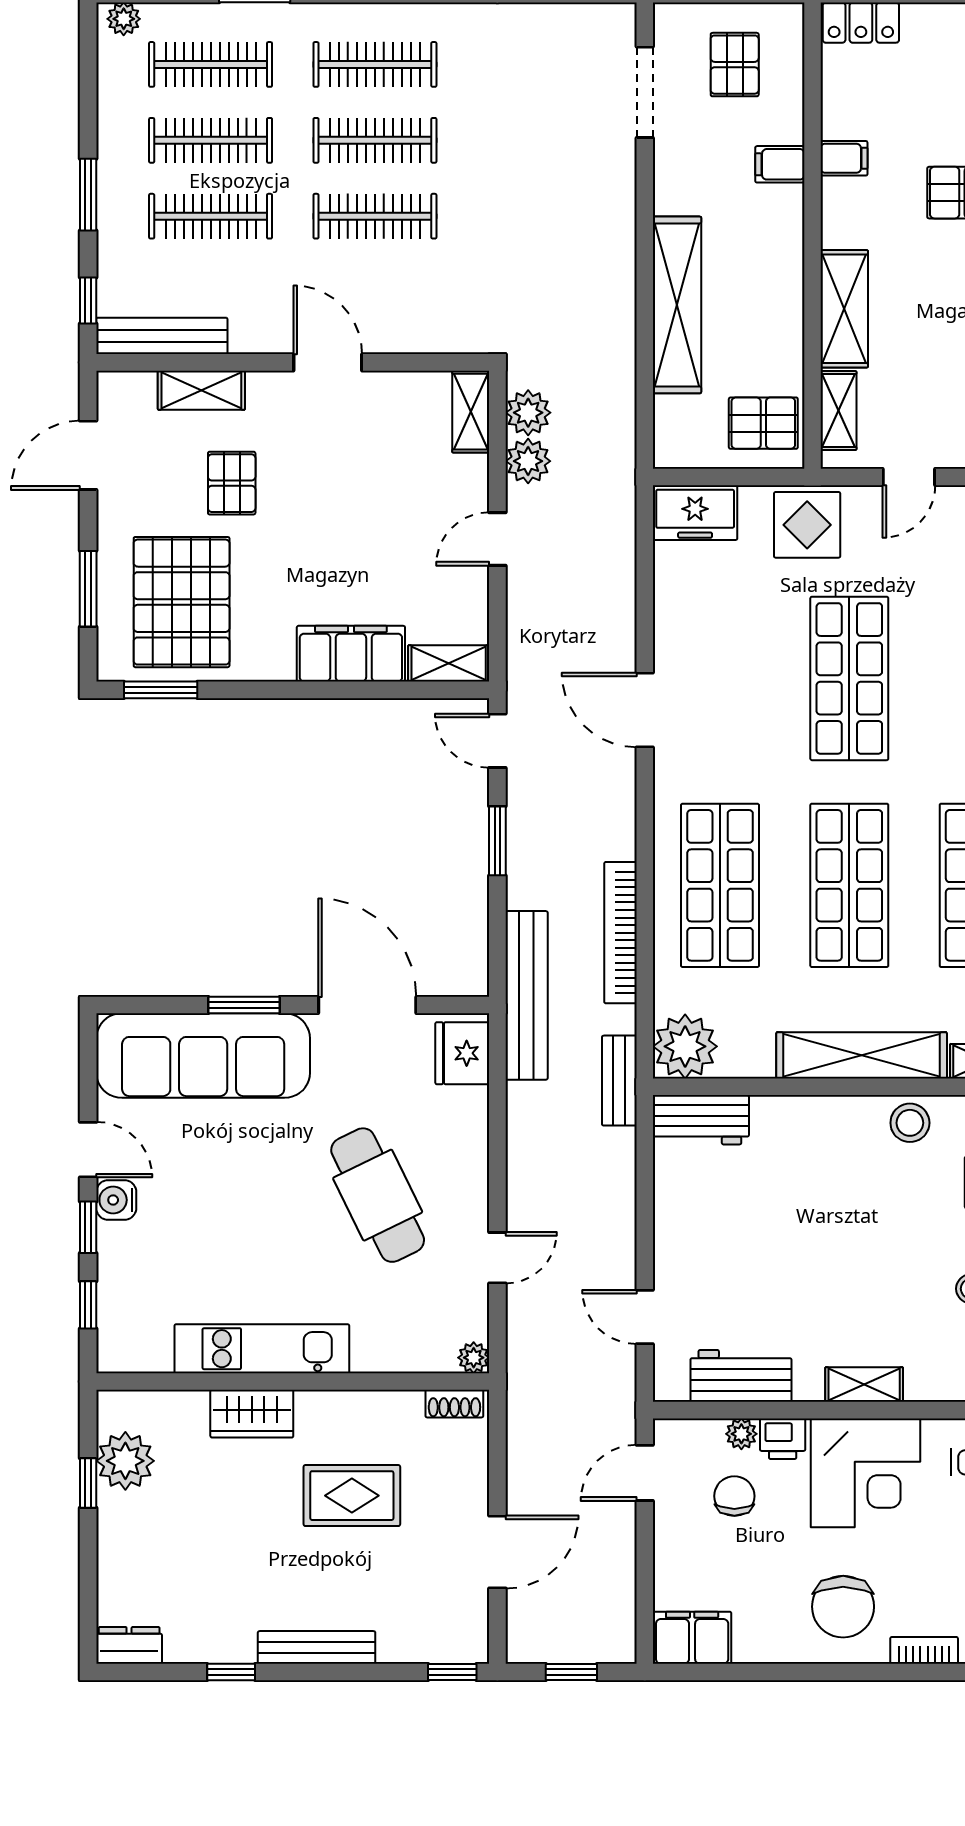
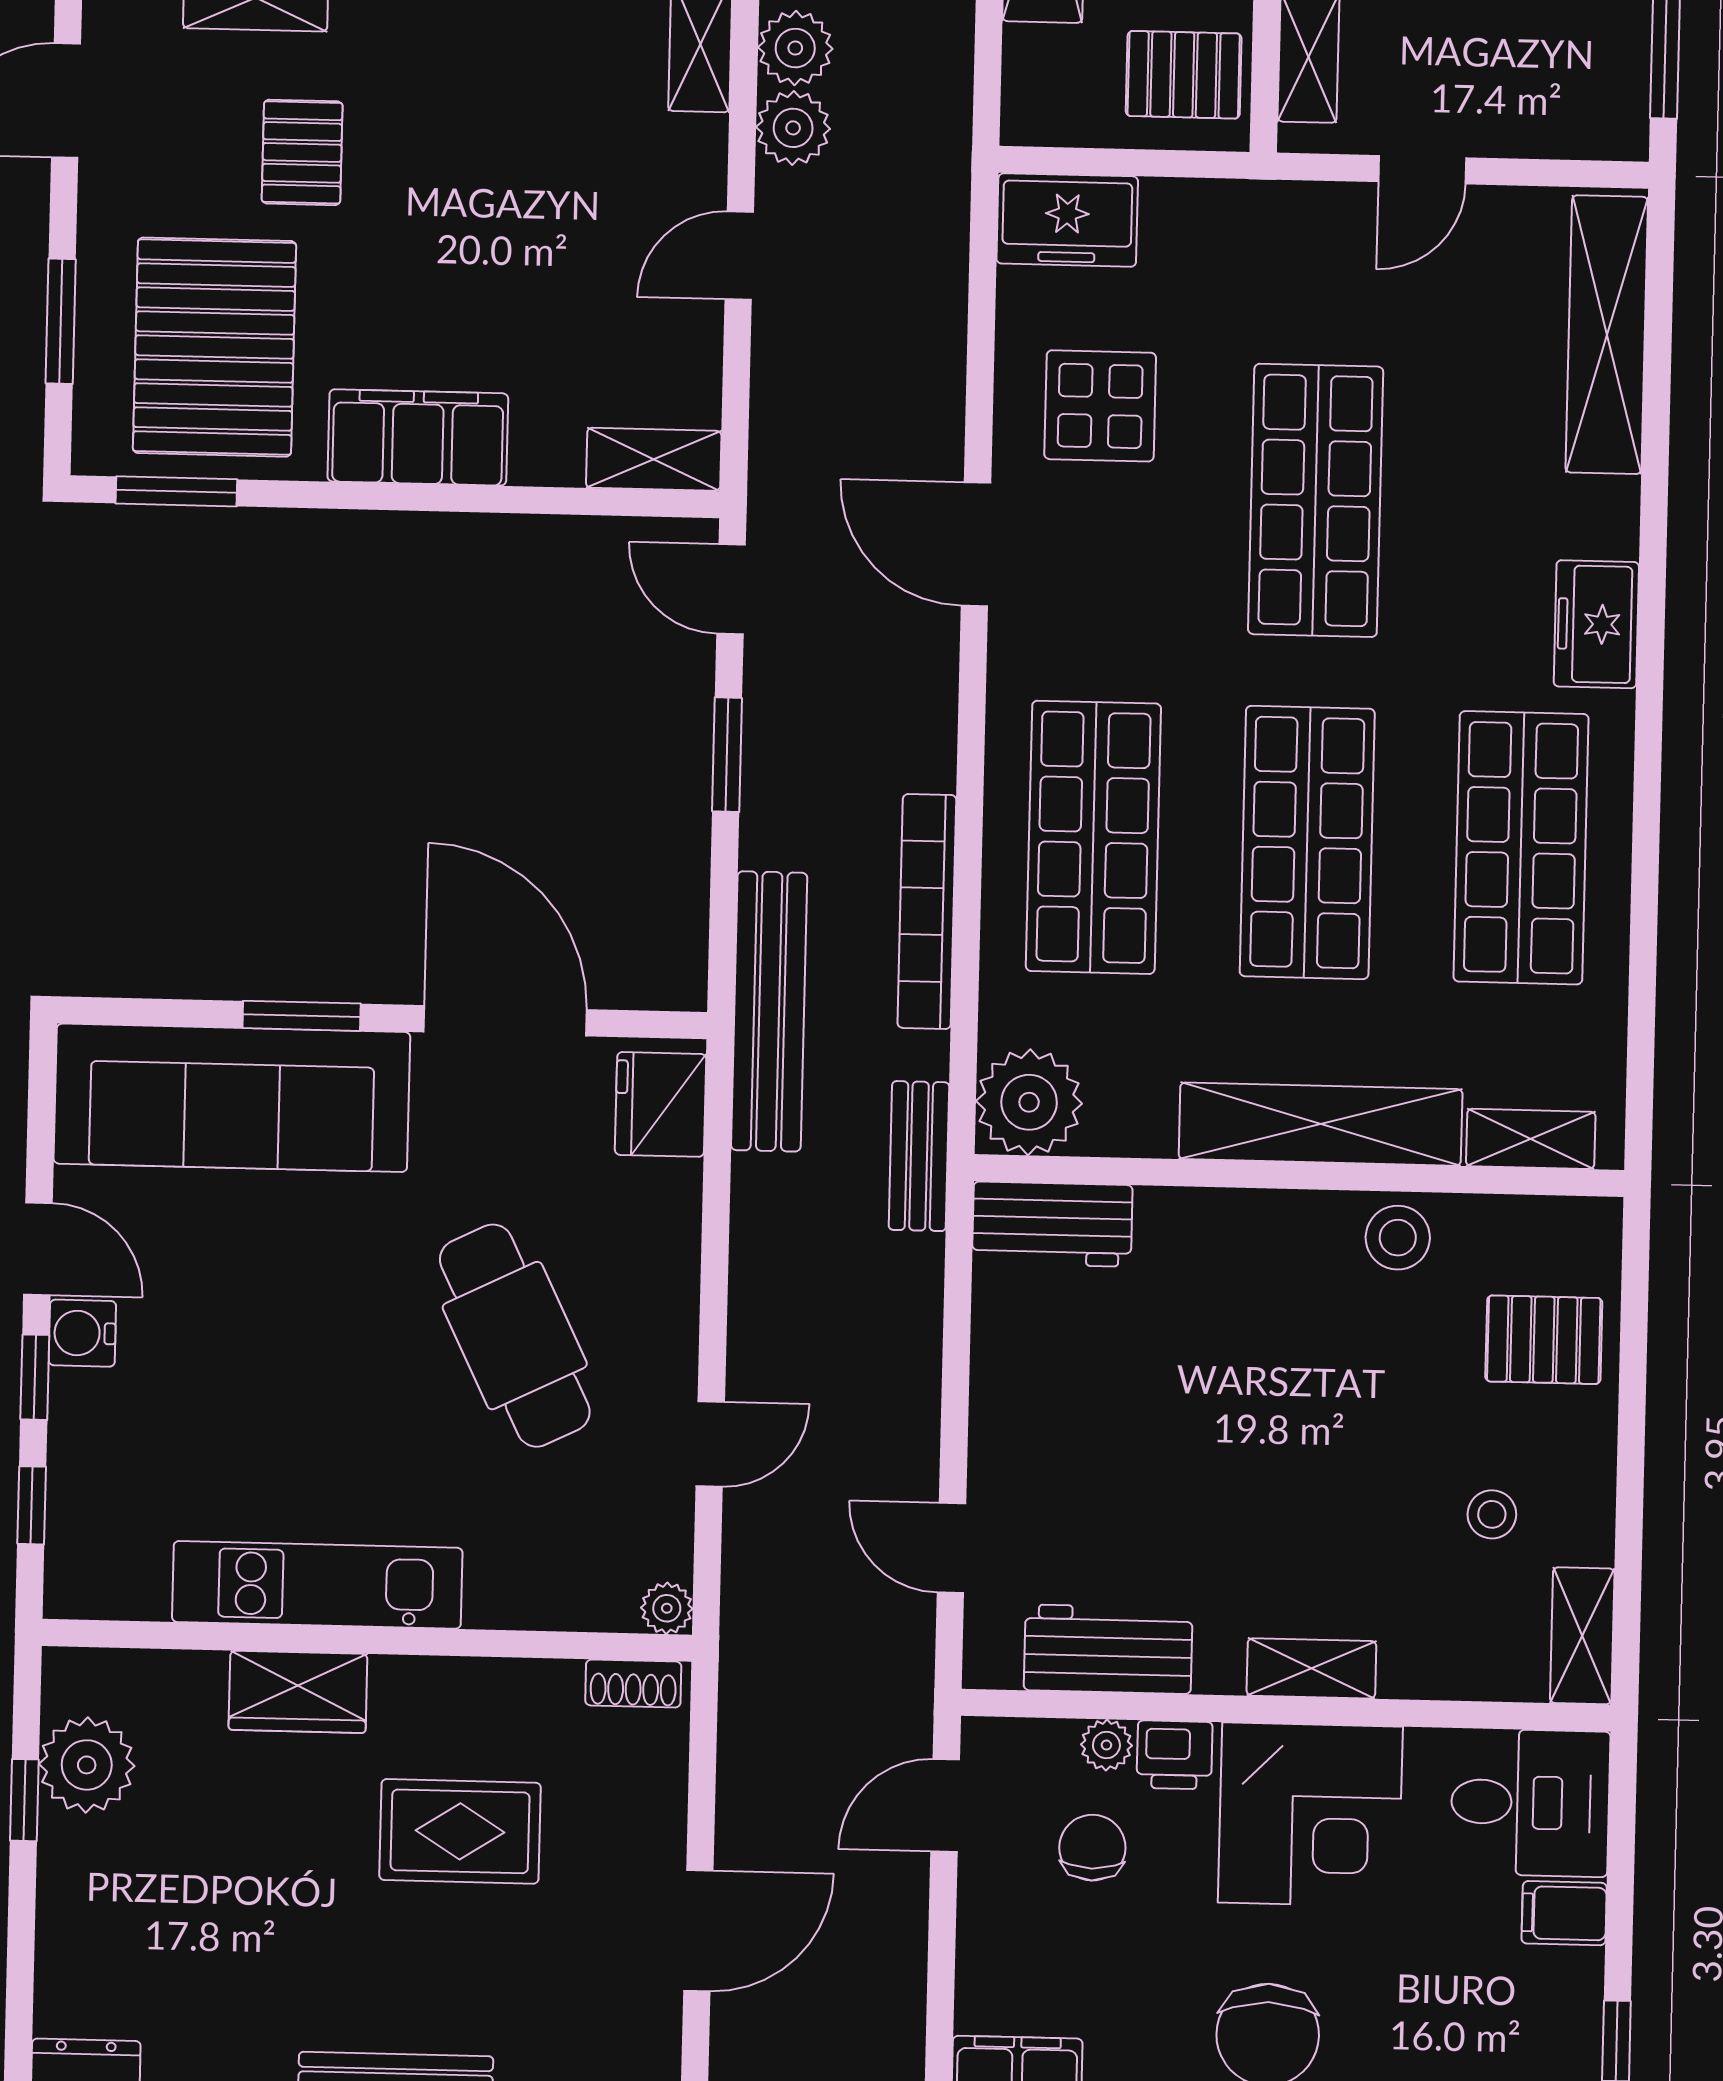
display table: (807, 525) -> (1100, 406), moved
filing cabinet: (351, 654) -> (418, 437), moved

